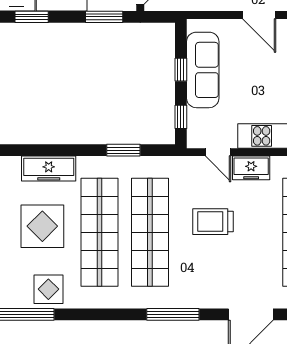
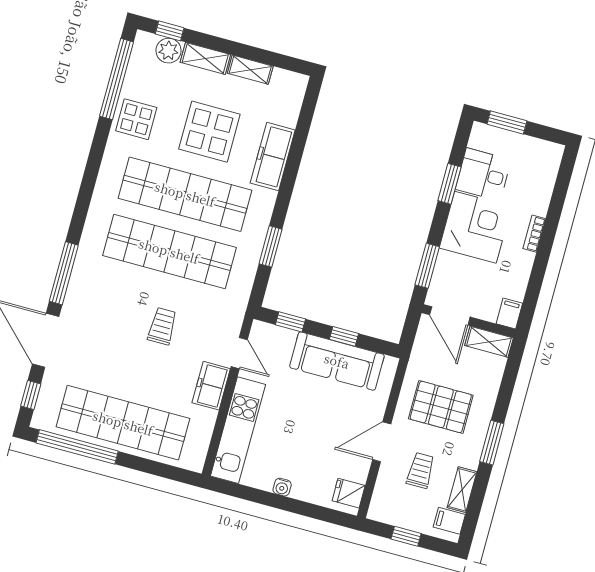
door: (218, 152) -> (239, 353), swing flipped
trolley: (213, 222) -> (162, 326), width x0.73, depth x0.72
window: (173, 314) -> (64, 273), moved

